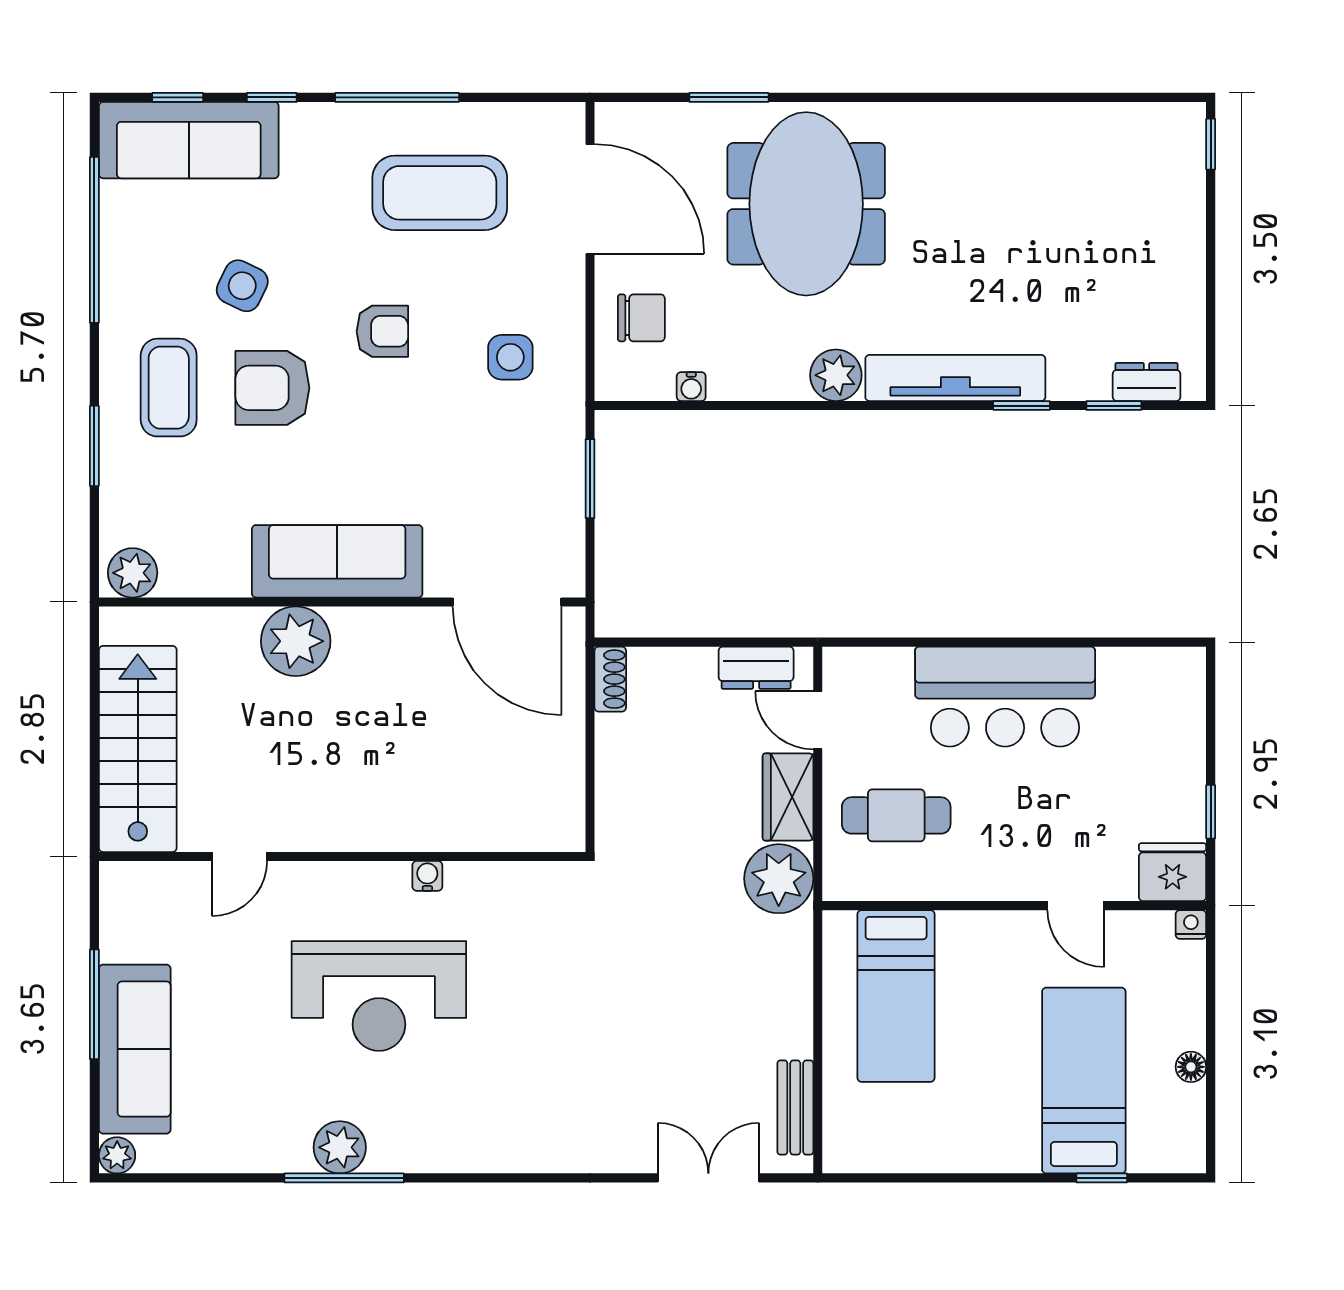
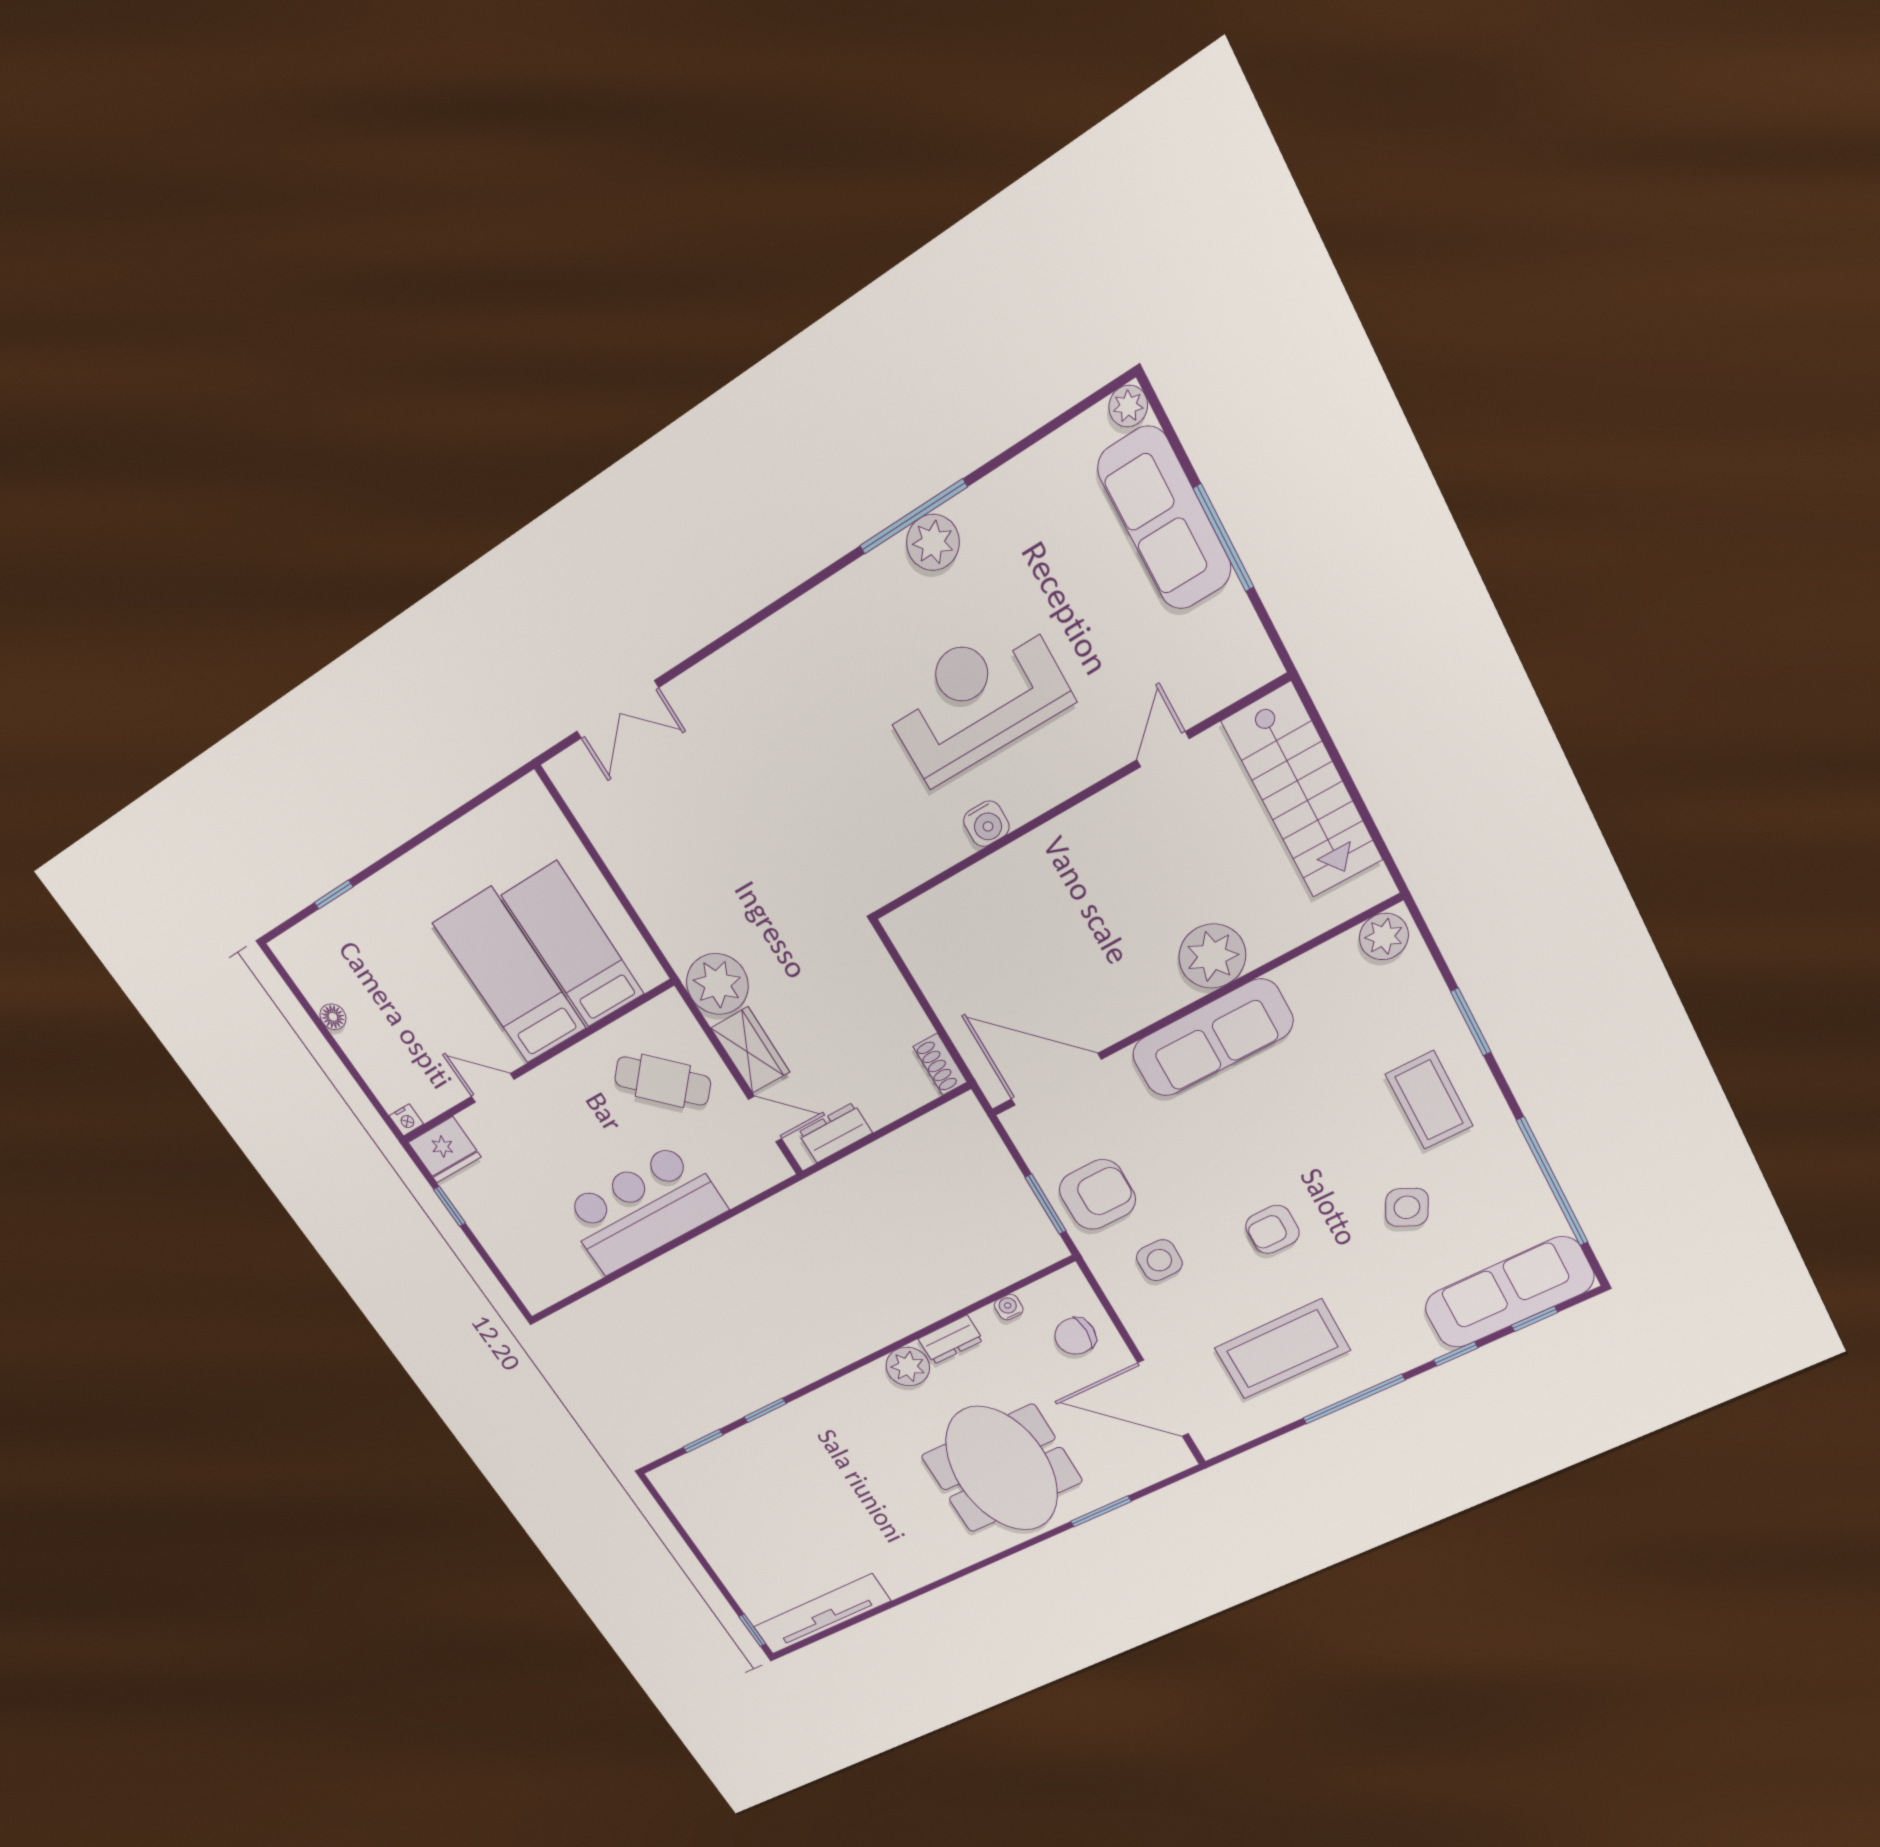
tv unit: (955, 378) -> (822, 1614), moved, turned 180
dresser: (1147, 382) -> (951, 1340), moved
armchair: (272, 388) -> (1097, 1195), moved
cafe table: (896, 815) -> (663, 1081), turned 43
water cooler: (427, 876) -> (986, 824), width x1.38, depth x1.38
bed: (1084, 1081) -> (510, 976), moved, turned 180
bench: (795, 1108) -> (589, 810), removed

